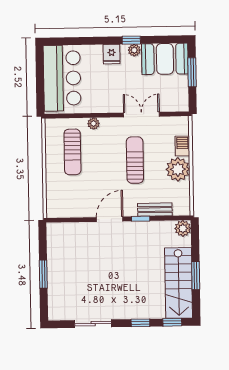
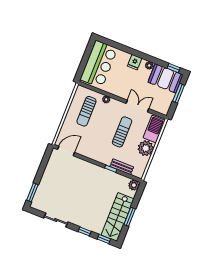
window: (131, 40) -> (174, 68), moved
barbecue: (182, 146) -> (154, 129), width x1.88, depth x1.53
door: (110, 219) -> (66, 151), moved
window: (43, 274) -> (32, 192), moved

